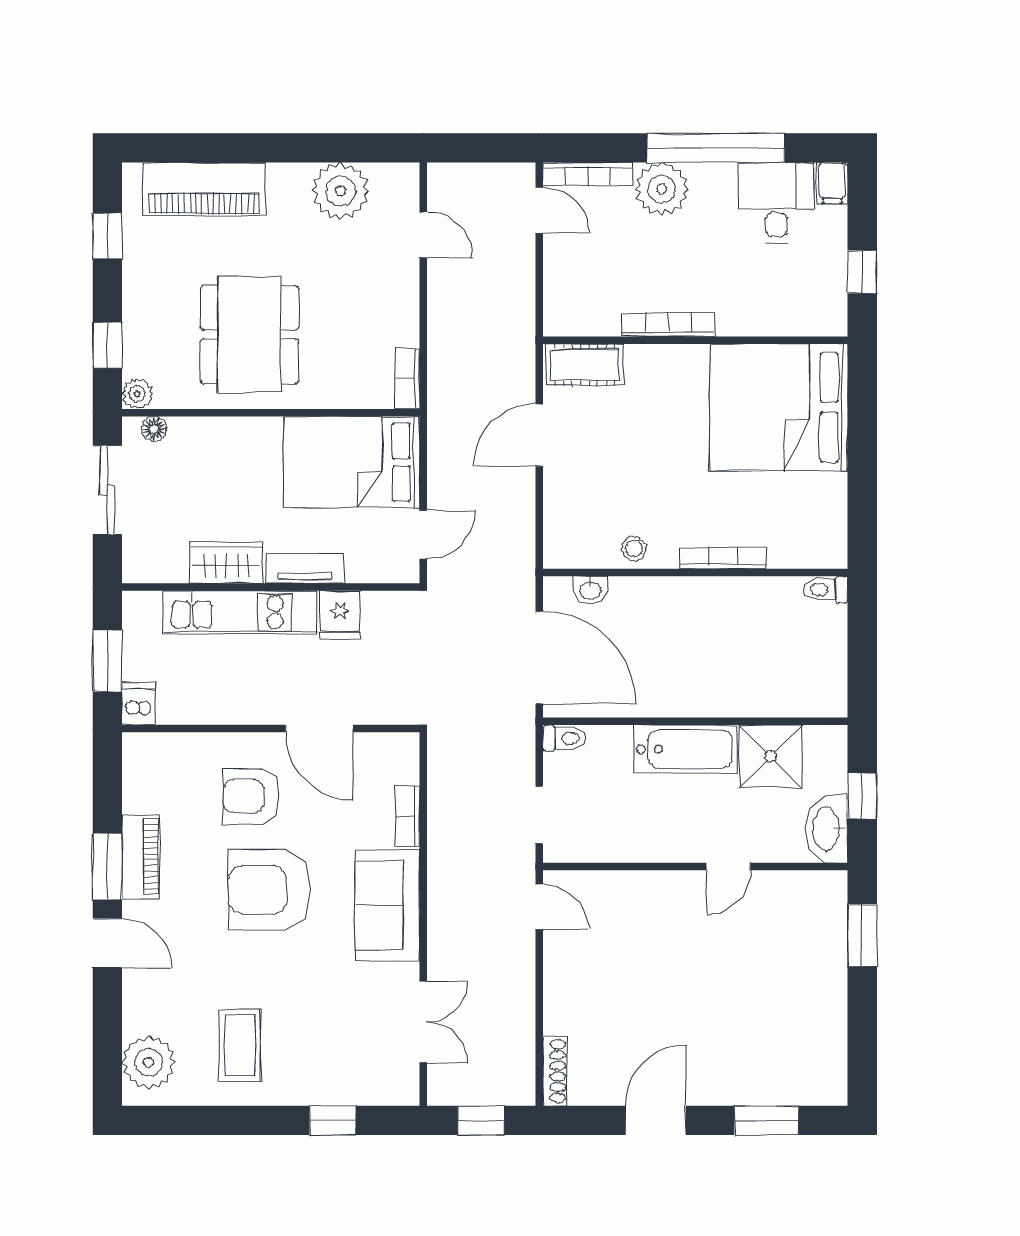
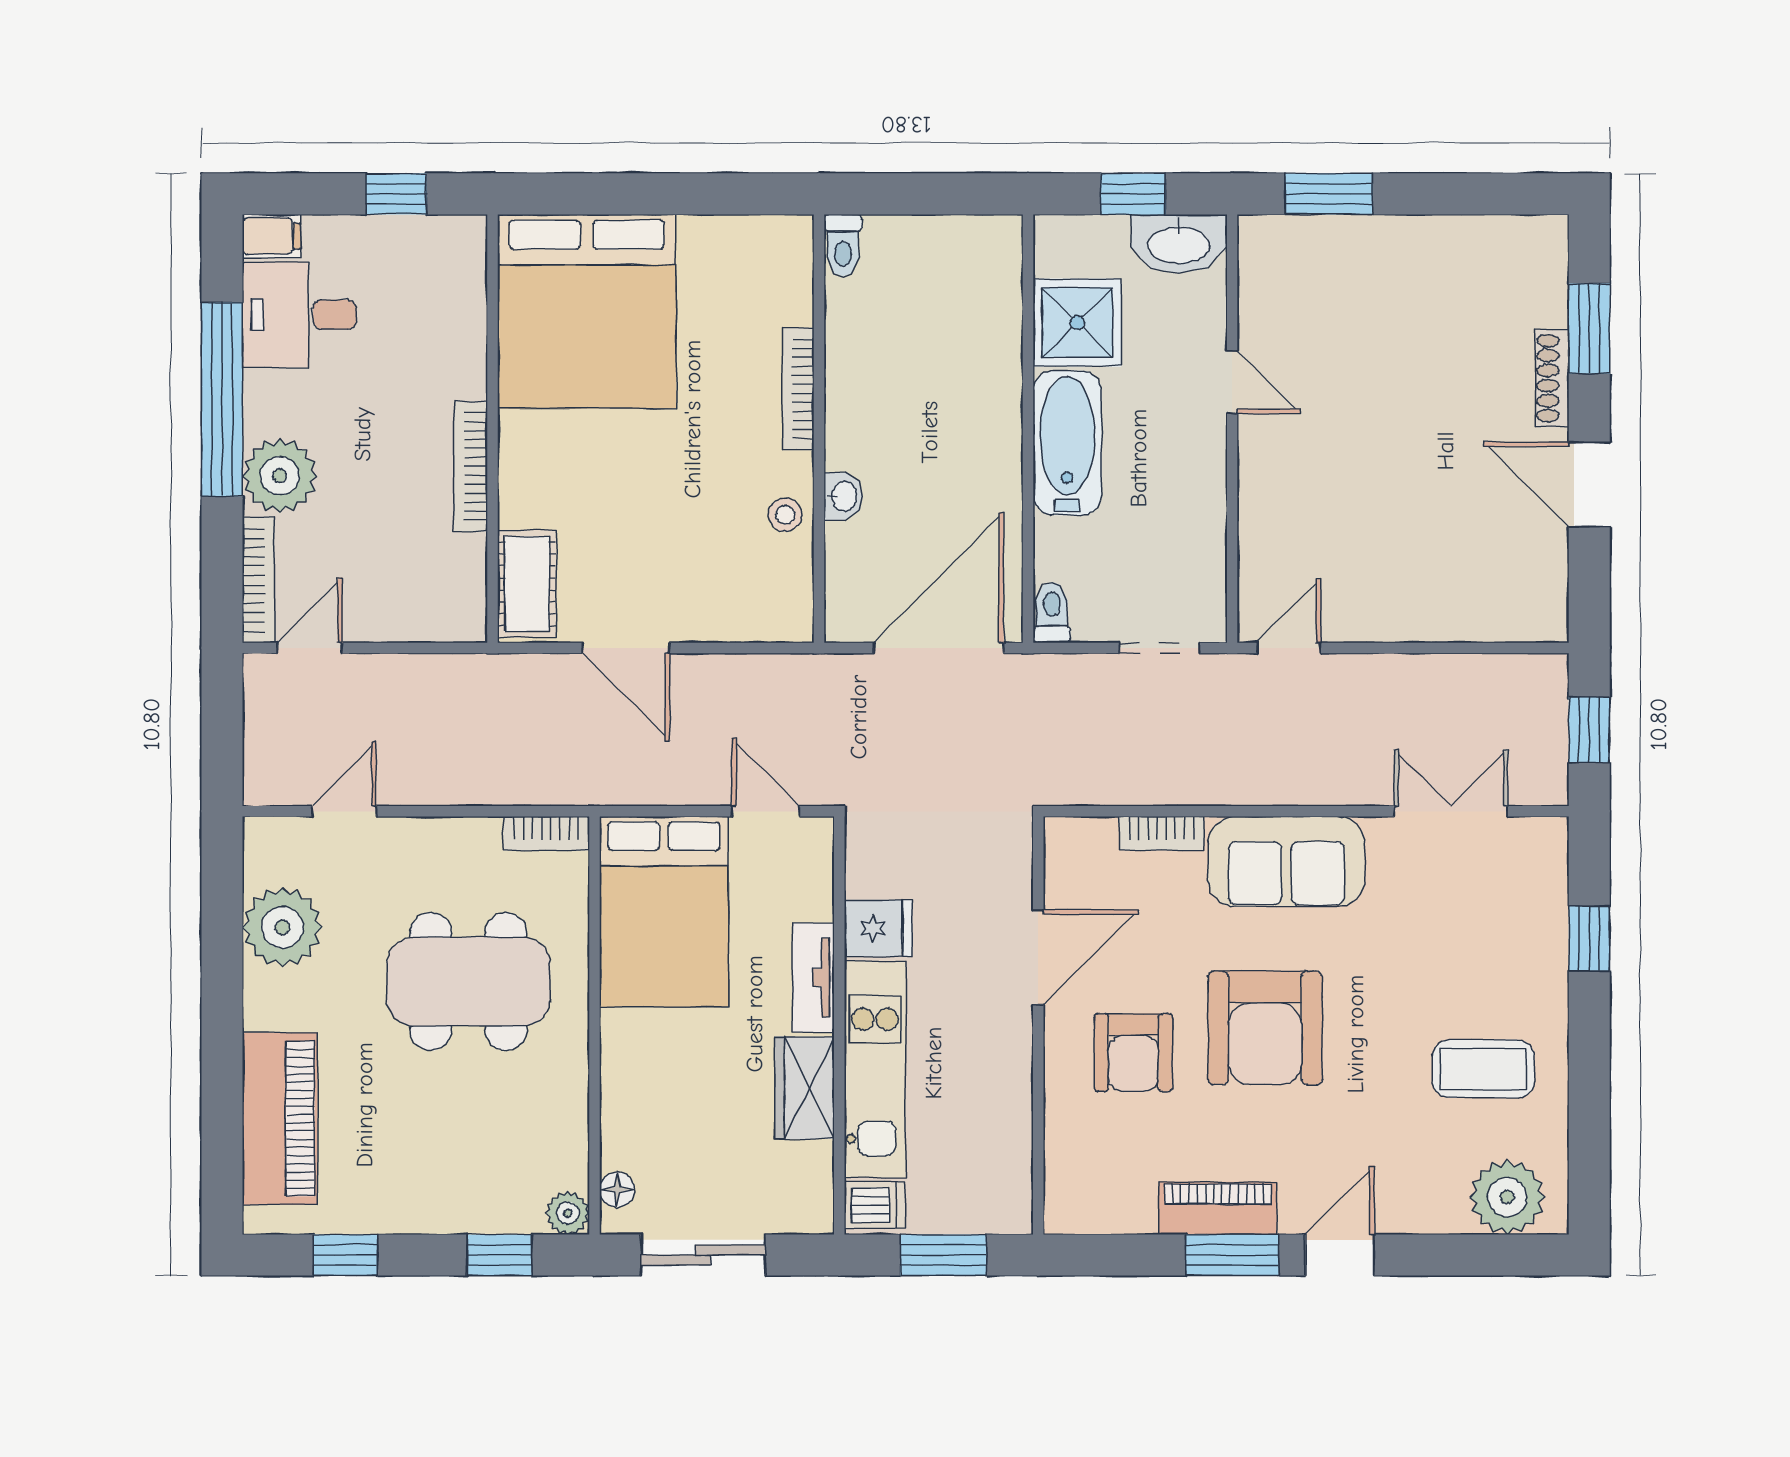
dining table: (249, 334) -> (468, 982), moved
washbasin: (590, 590) -> (843, 496), moved
dishwasher: (139, 703) -> (875, 1205), moved, turned 180
shoe rack: (555, 1071) -> (1552, 378), moved, turned -90

